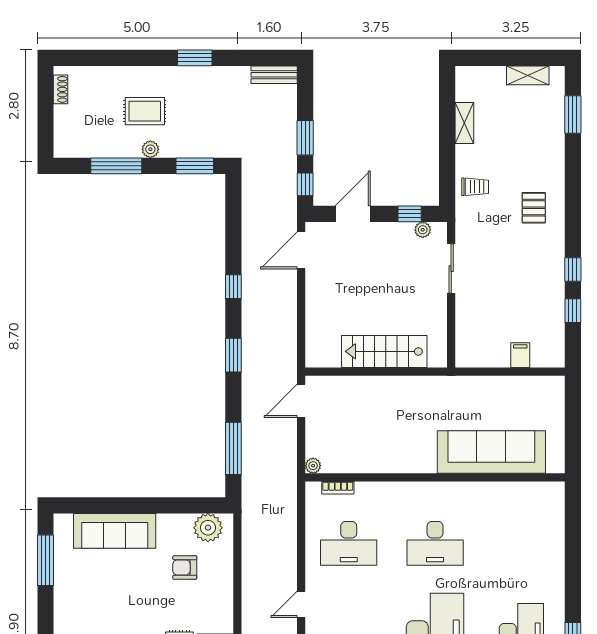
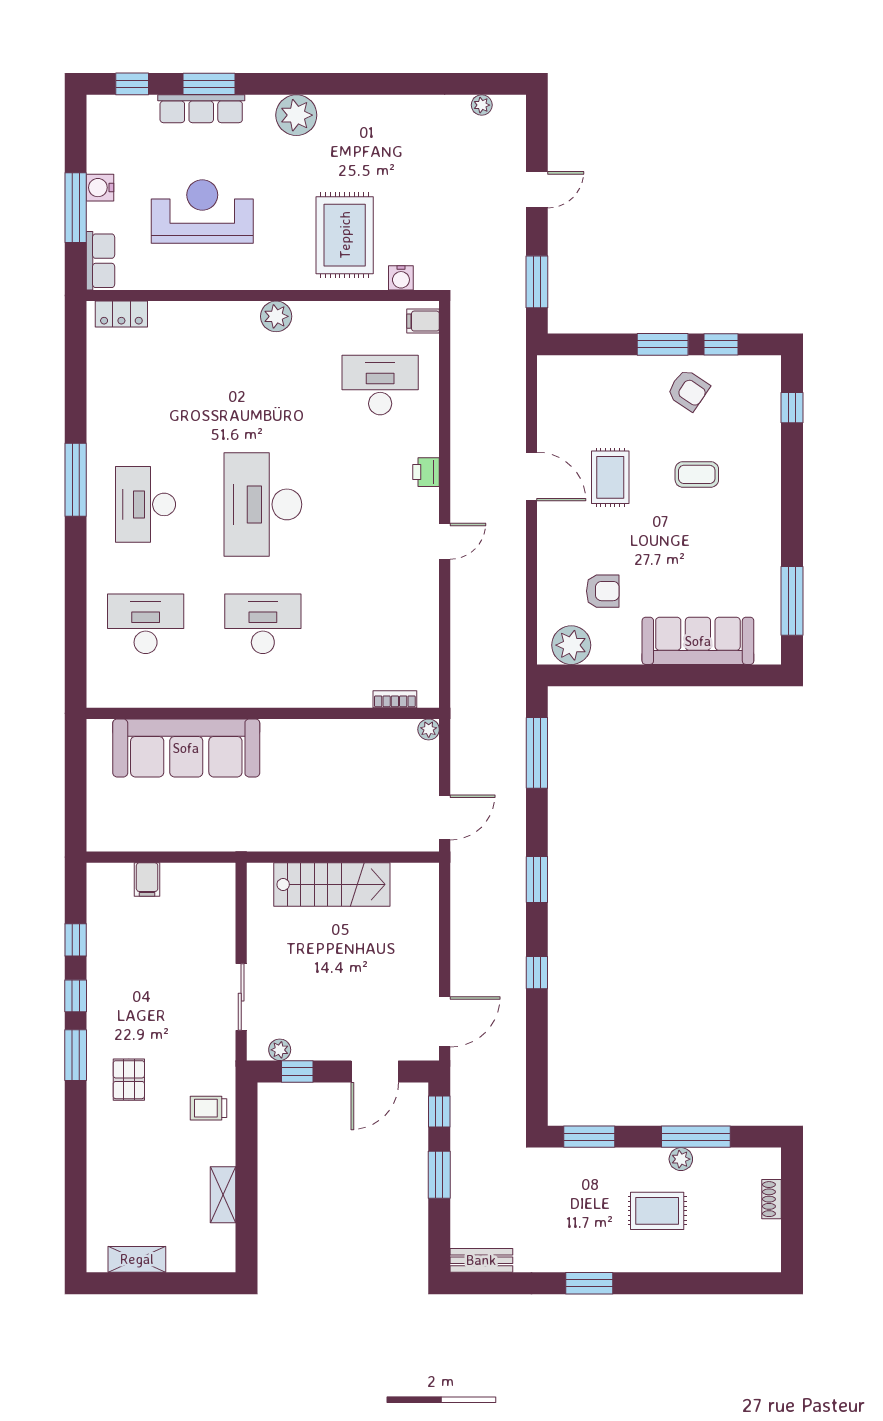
shoe rack: (61, 89) -> (771, 1199), moved
window: (573, 115) -> (76, 1055), moved
plant: (150, 149) -> (681, 1159), moved
desk: (349, 543) -> (146, 624), moved

